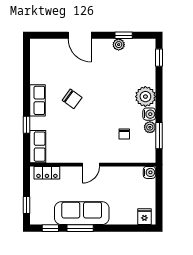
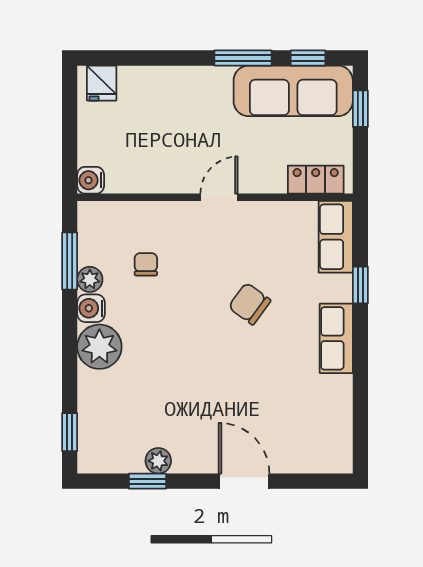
chair: (72, 99) -> (250, 304), moved
sofa: (82, 213) -> (293, 91), moved

